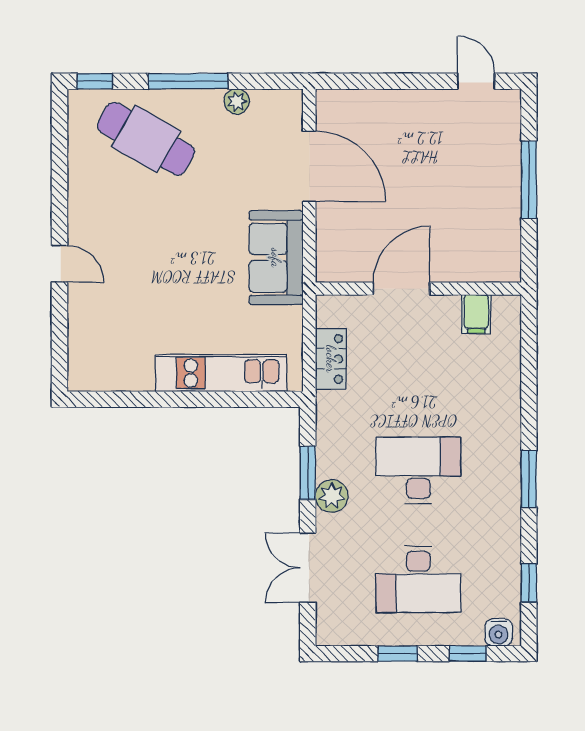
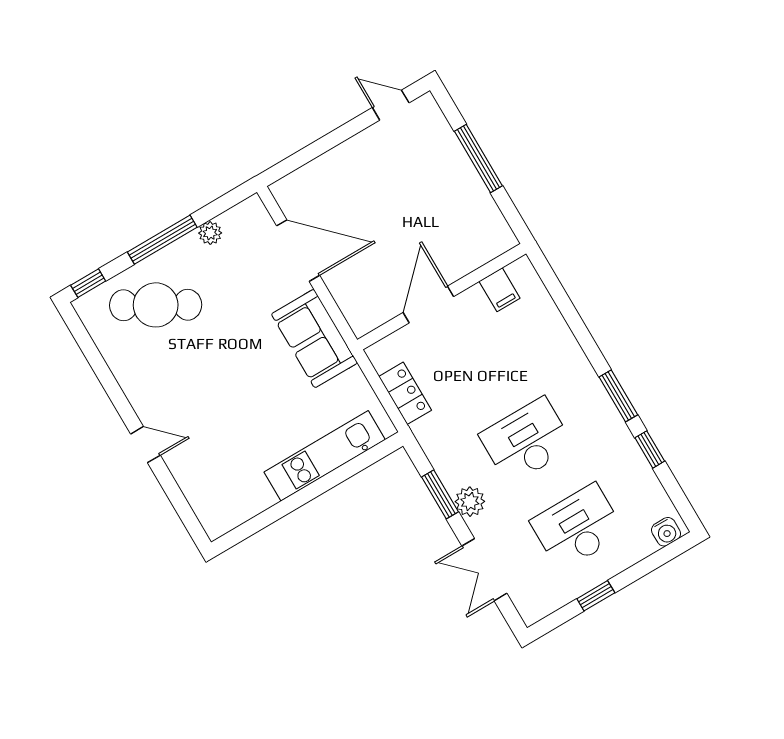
desk: (418, 579) -> (578, 527), turned 180
window: (529, 583) -> (650, 449), moved
window: (468, 654) -> (651, 563), removed

